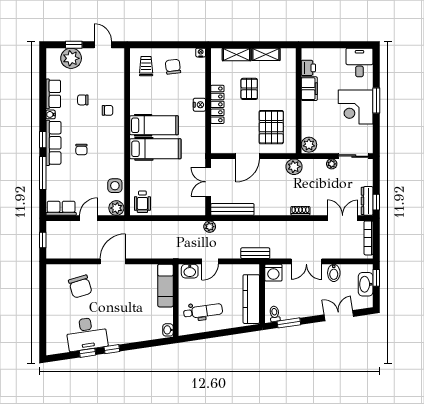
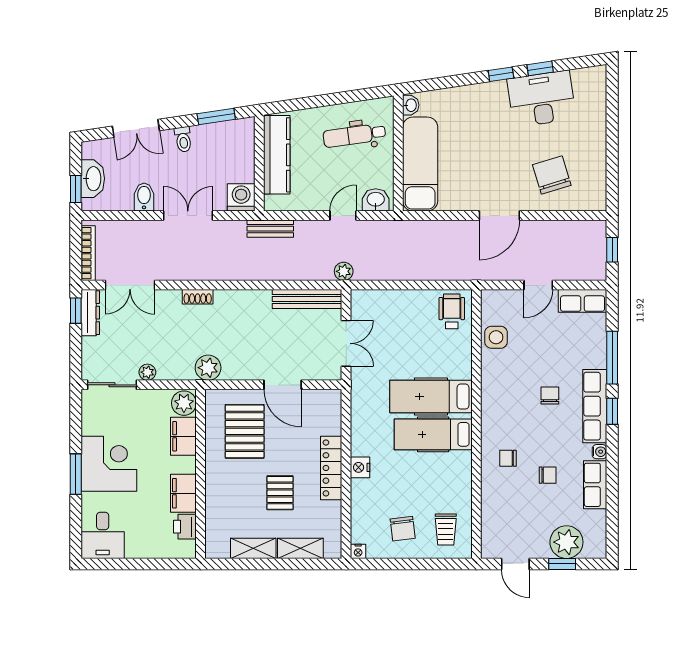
filing cabinet: (309, 124) -> (183, 436), added
door: (248, 156) -> (283, 385), swing flipped
plant: (116, 208) -> (494, 301), removed
exam couch: (165, 286) -> (420, 164), width x1.36, depth x1.45
toilet: (275, 314) -> (183, 139), moved

